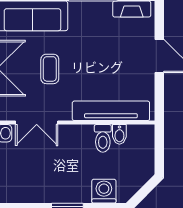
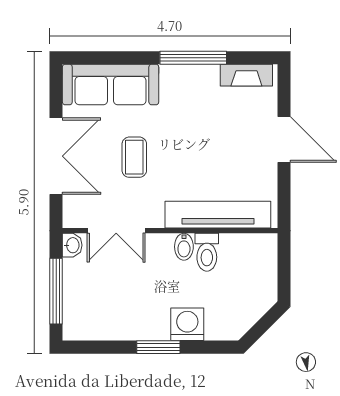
bidet: (119, 134) -> (184, 247), moved
washing machine: (104, 191) -> (187, 324), moved

